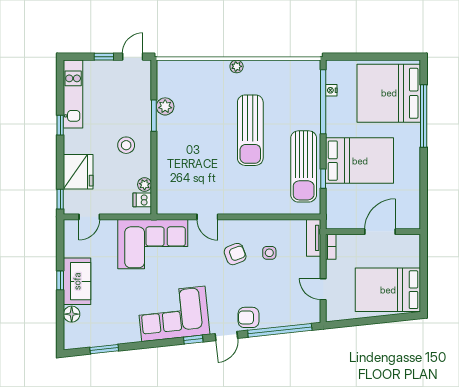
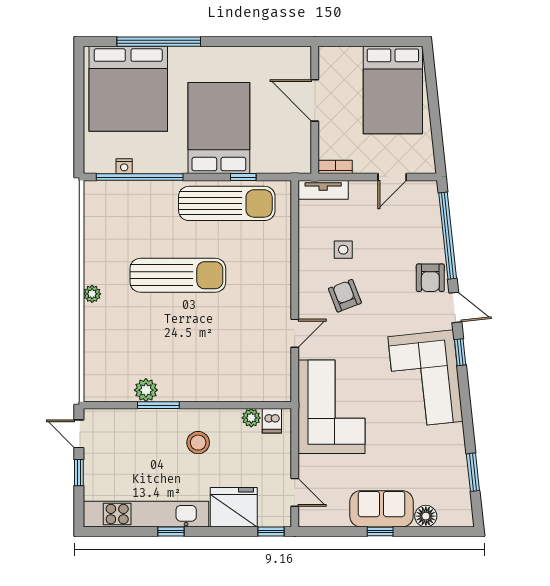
kitchen unit: (73, 94) -> (146, 514), width x1.36

